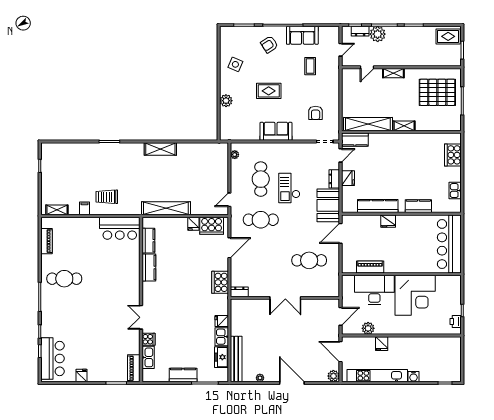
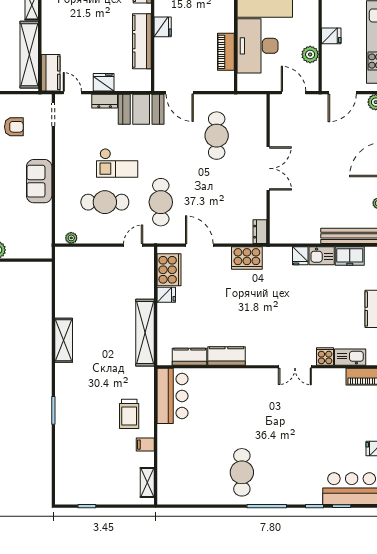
door: (229, 200) -> (133, 245), swing flipped
piano: (46, 241) -> (190, 497), removed

